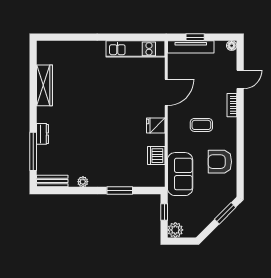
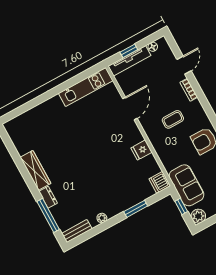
floor lamp: (232, 46) -> (153, 47), moved
wardrobe: (45, 85) -> (35, 170), moved
fridge: (156, 125) -> (141, 150), moved
dishwasher: (156, 156) -> (160, 182), moved
sofa: (180, 174) -> (187, 185), moved

